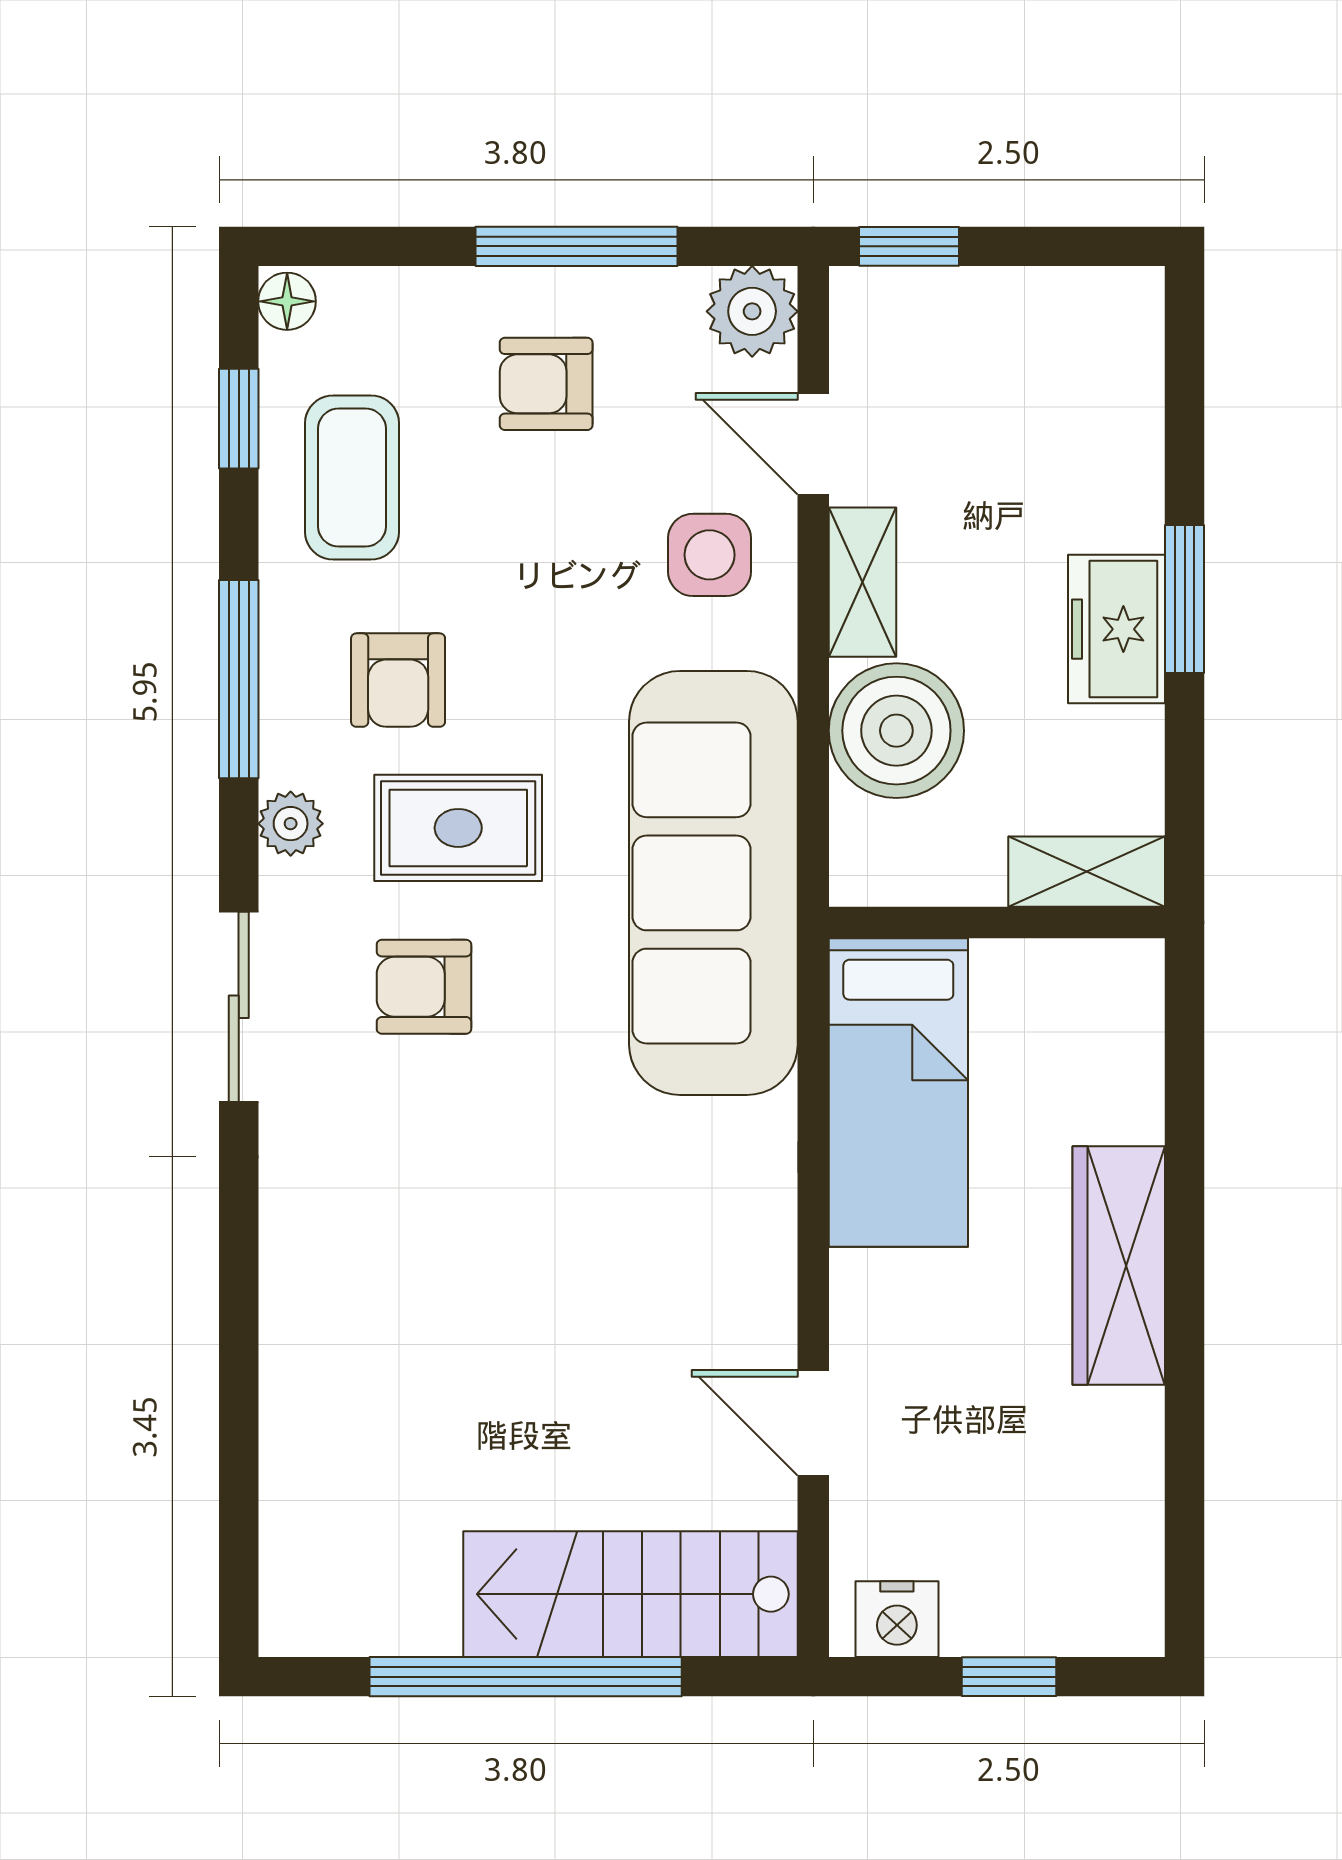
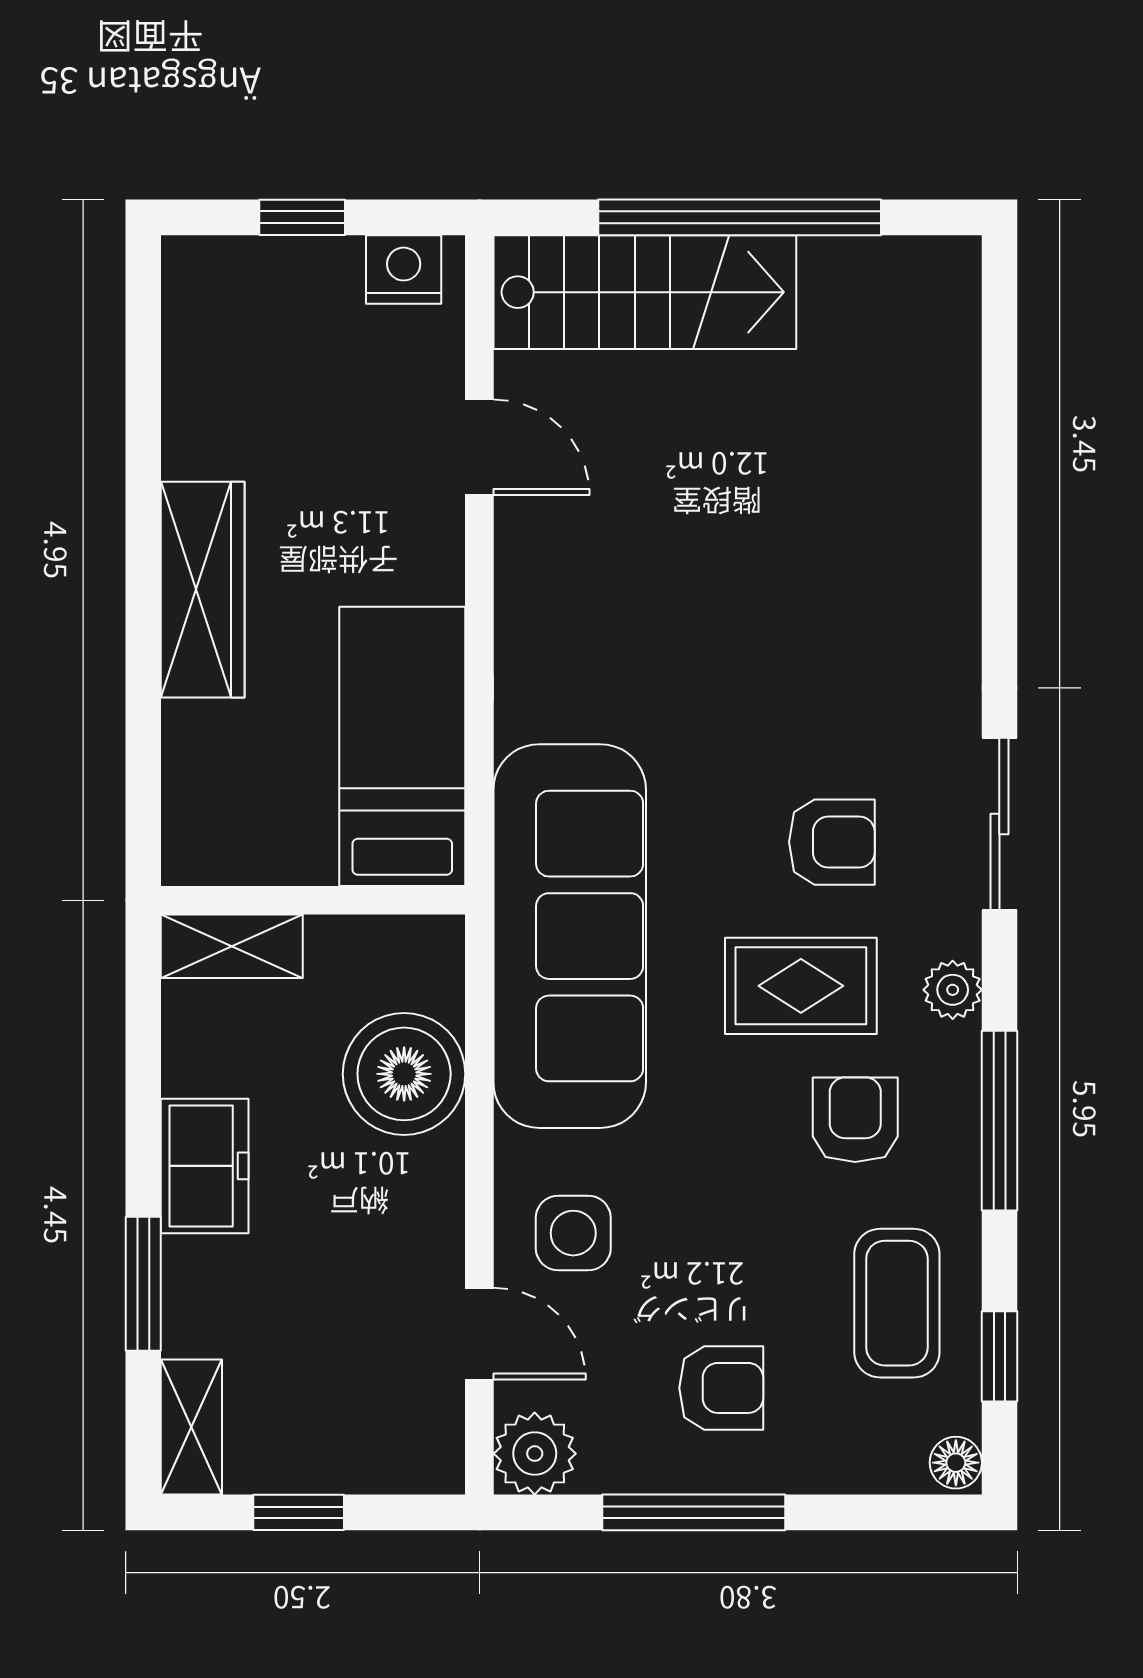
window: (909, 246) -> (299, 1512), moved
shelving: (862, 582) -> (191, 1427), moved
window: (1185, 599) -> (143, 1284), moved

